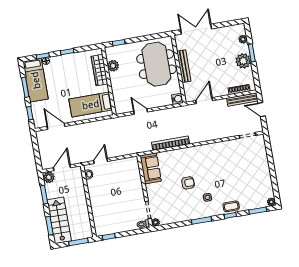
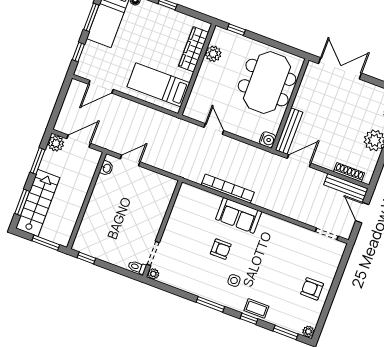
bench: (184, 66) -> (289, 131), moved
door: (56, 126) -> (101, 87), swing flipped
sofa: (151, 168) -> (239, 215), moved, turned 90
armchair: (258, 174) -> (312, 289), added

